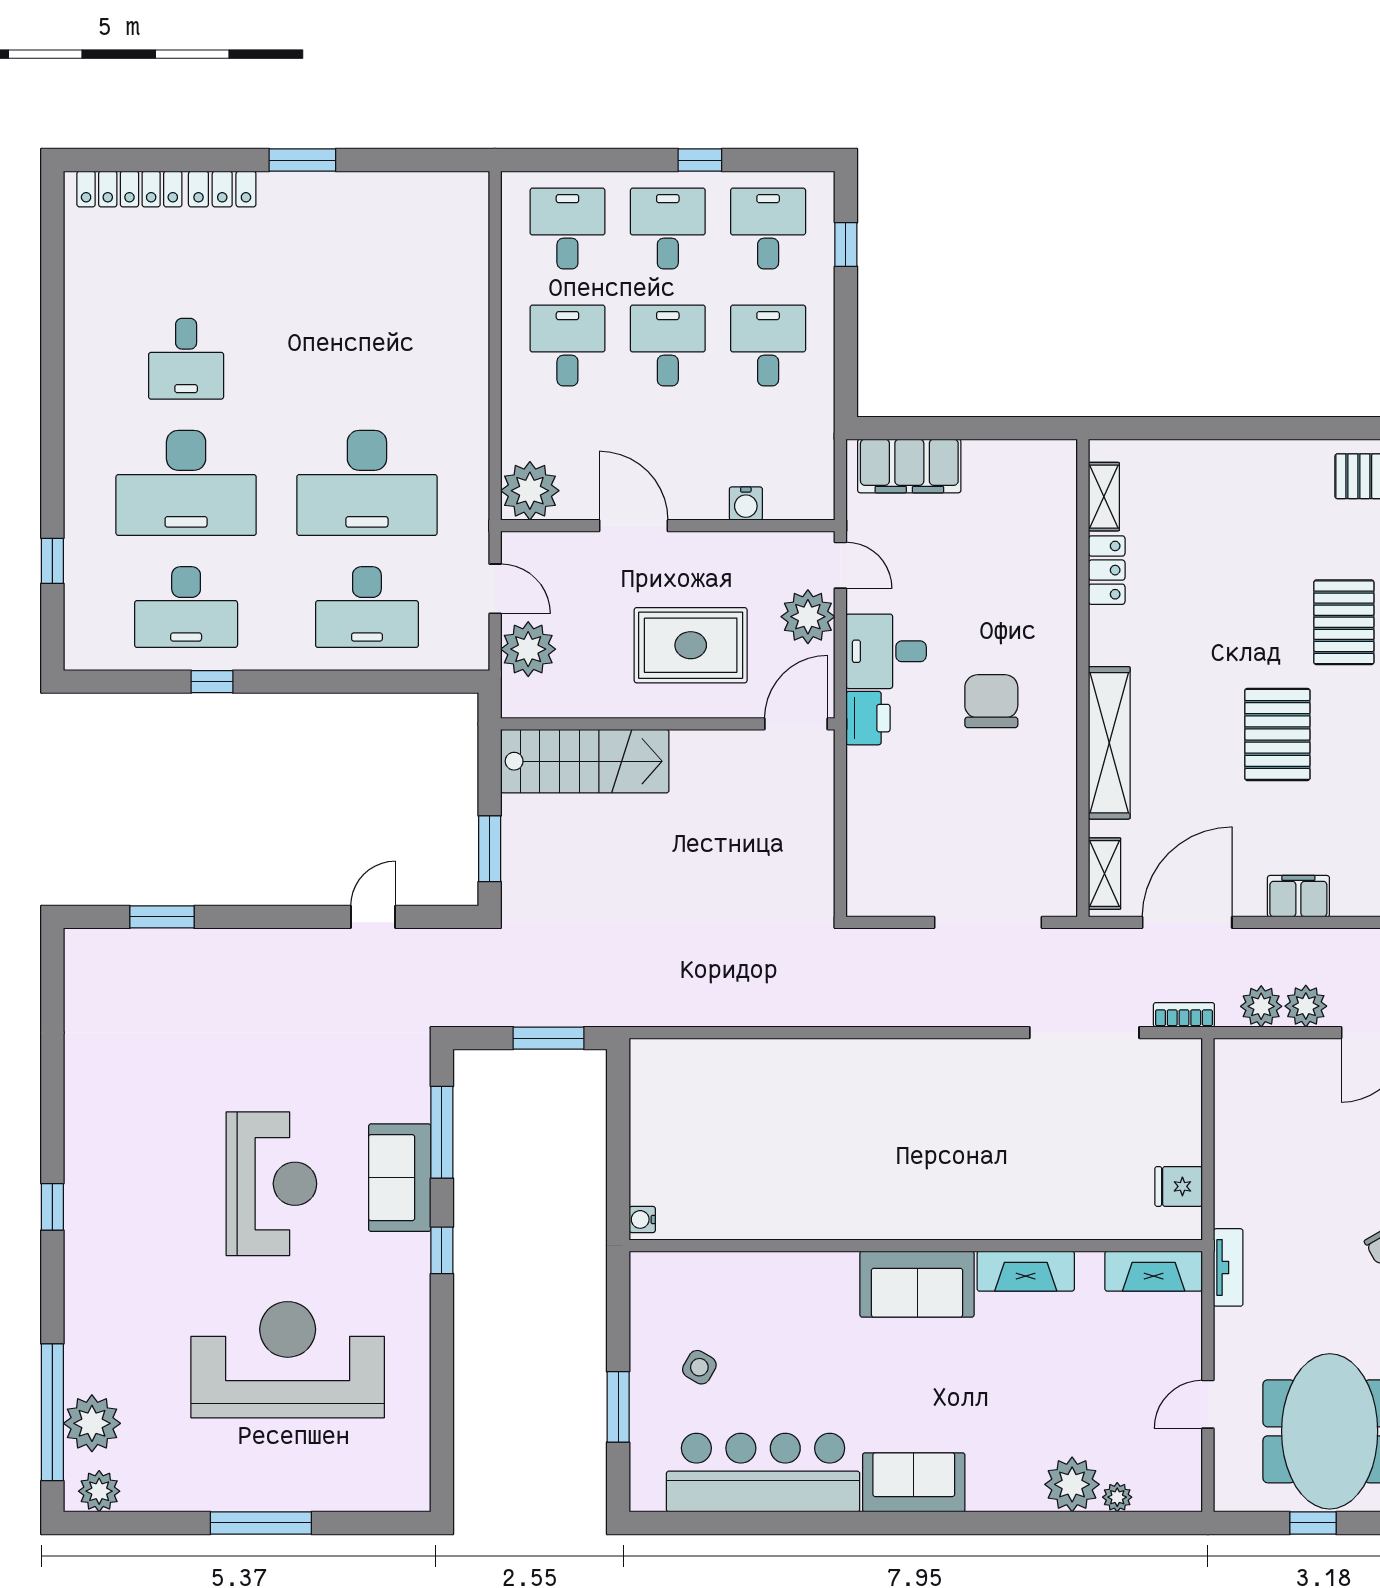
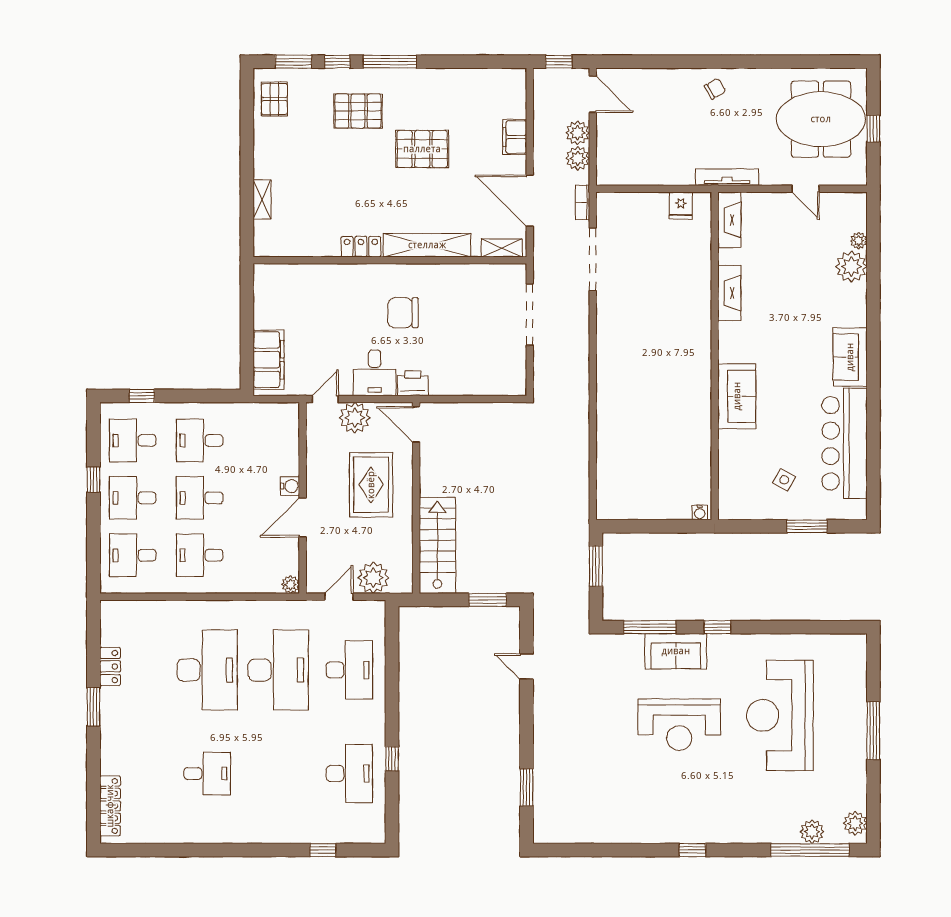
locker: (222, 189) -> (110, 667), moved
desk: (186, 483) -> (207, 670), moved
plant: (530, 491) -> (291, 585), width x0.53, depth x0.53
shelving: (1104, 497) -> (262, 199), moved, turned 90
water cooler: (746, 503) -> (290, 486), moved
locker: (1107, 570) -> (361, 247), moved
reception desk: (271, 1184) -> (679, 725), turned 180
tv unit: (1228, 1267) -> (727, 177), width x1.41
sofa: (917, 1284) -> (737, 396), moved
plant: (92, 1423) -> (812, 832), width x0.73, depth x0.73

